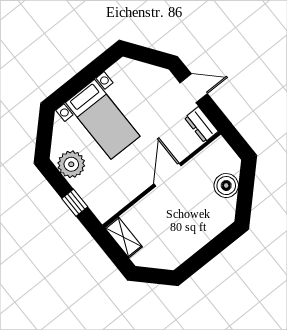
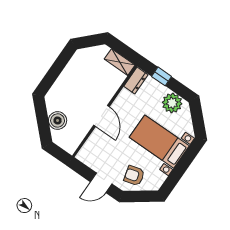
armchair: (148, 85) -> (134, 176), added
dresser: (201, 125) -> (136, 81), moved, turned 90

